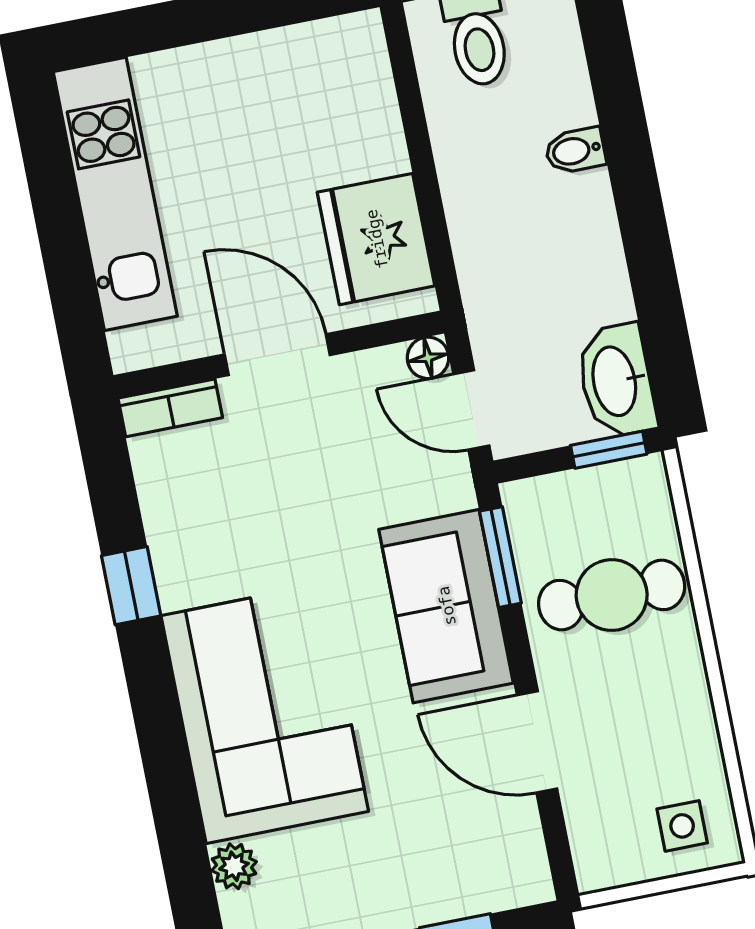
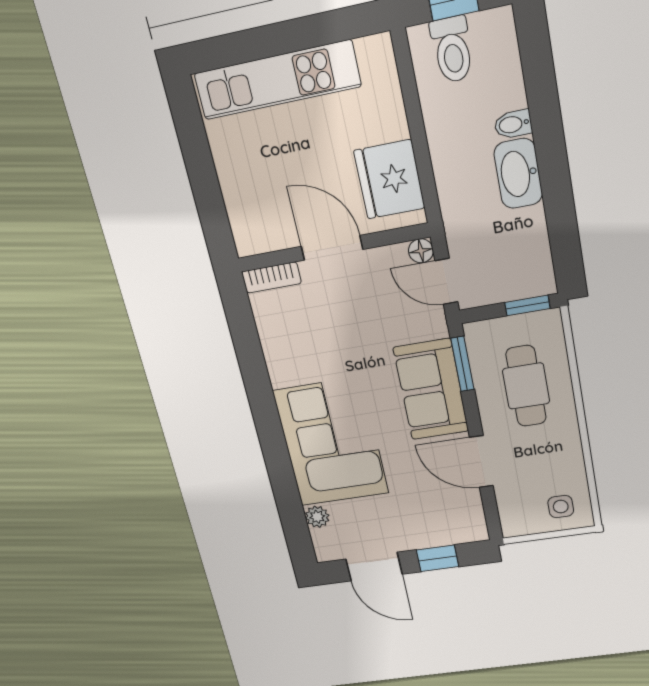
kitchen unit: (115, 194) -> (277, 80), moved, turned 90
washbasin: (616, 381) -> (518, 174), moved
window: (131, 586) -> (255, 374), removed
cafe table: (612, 595) -> (526, 386), turned 90

